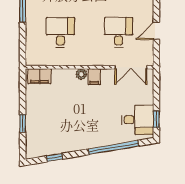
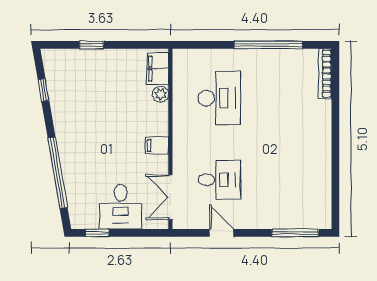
desk: (60, 32) -> (219, 98), width x1.37
plant: (81, 74) -> (160, 94), moved
desk: (138, 120) -> (121, 207), moved

